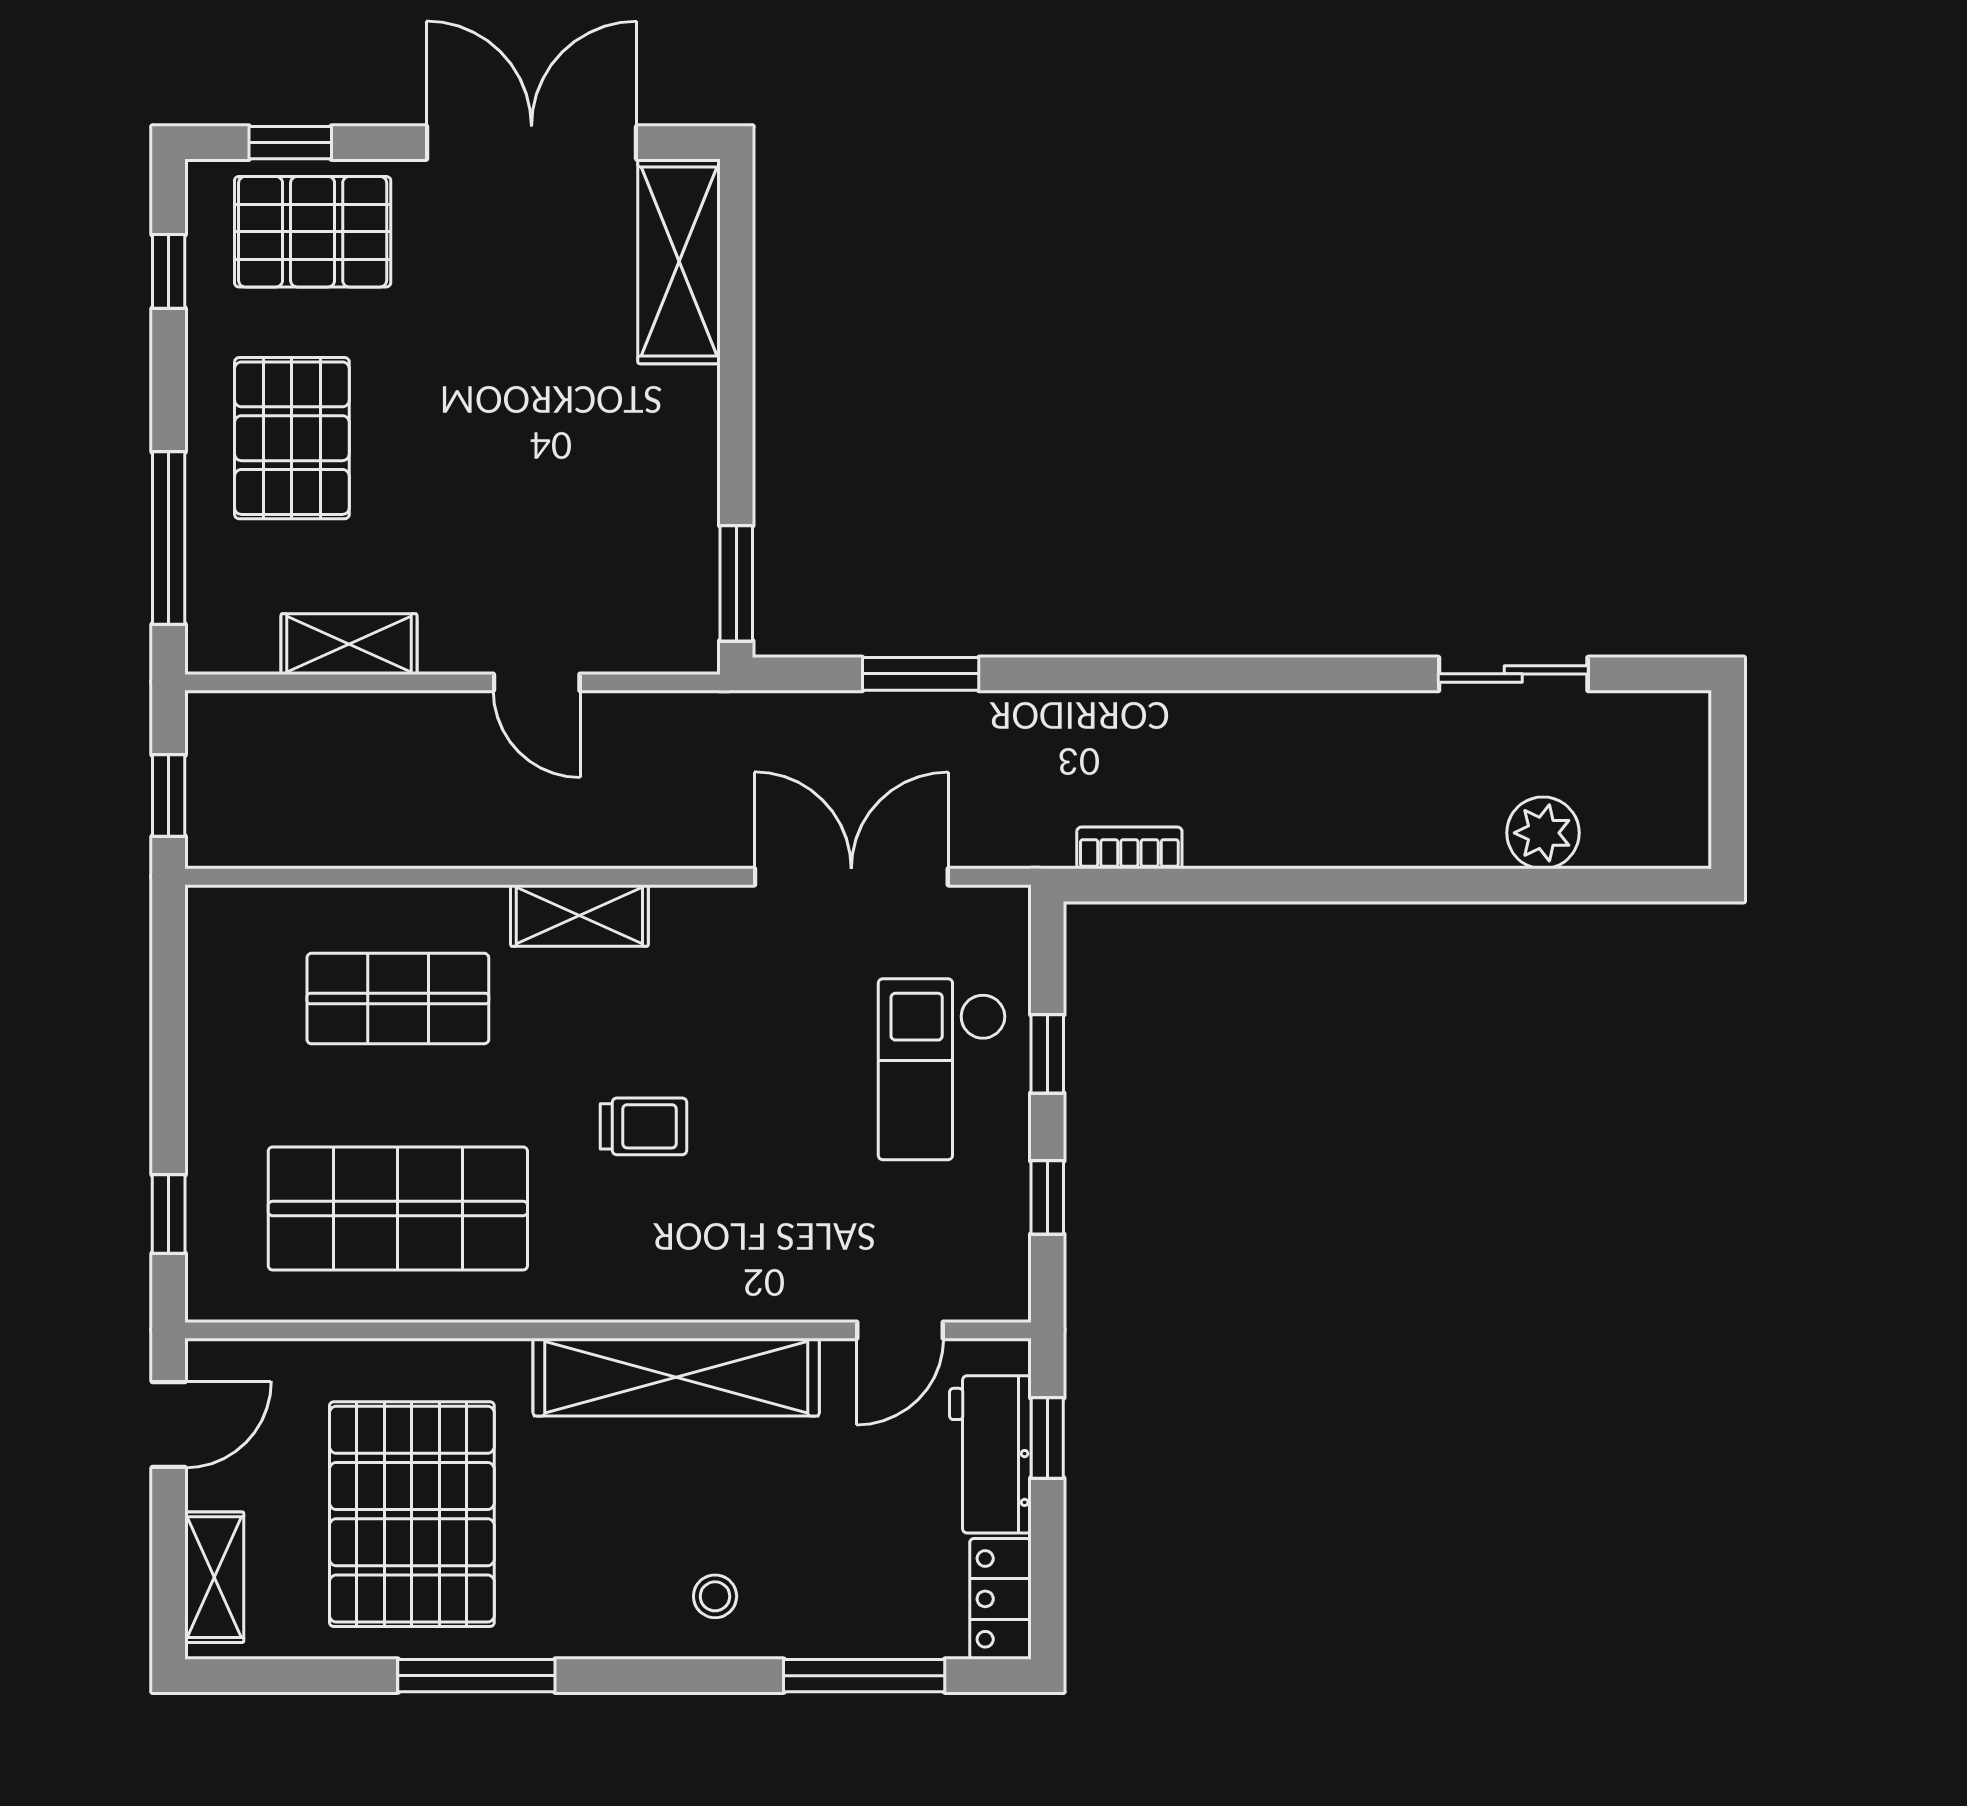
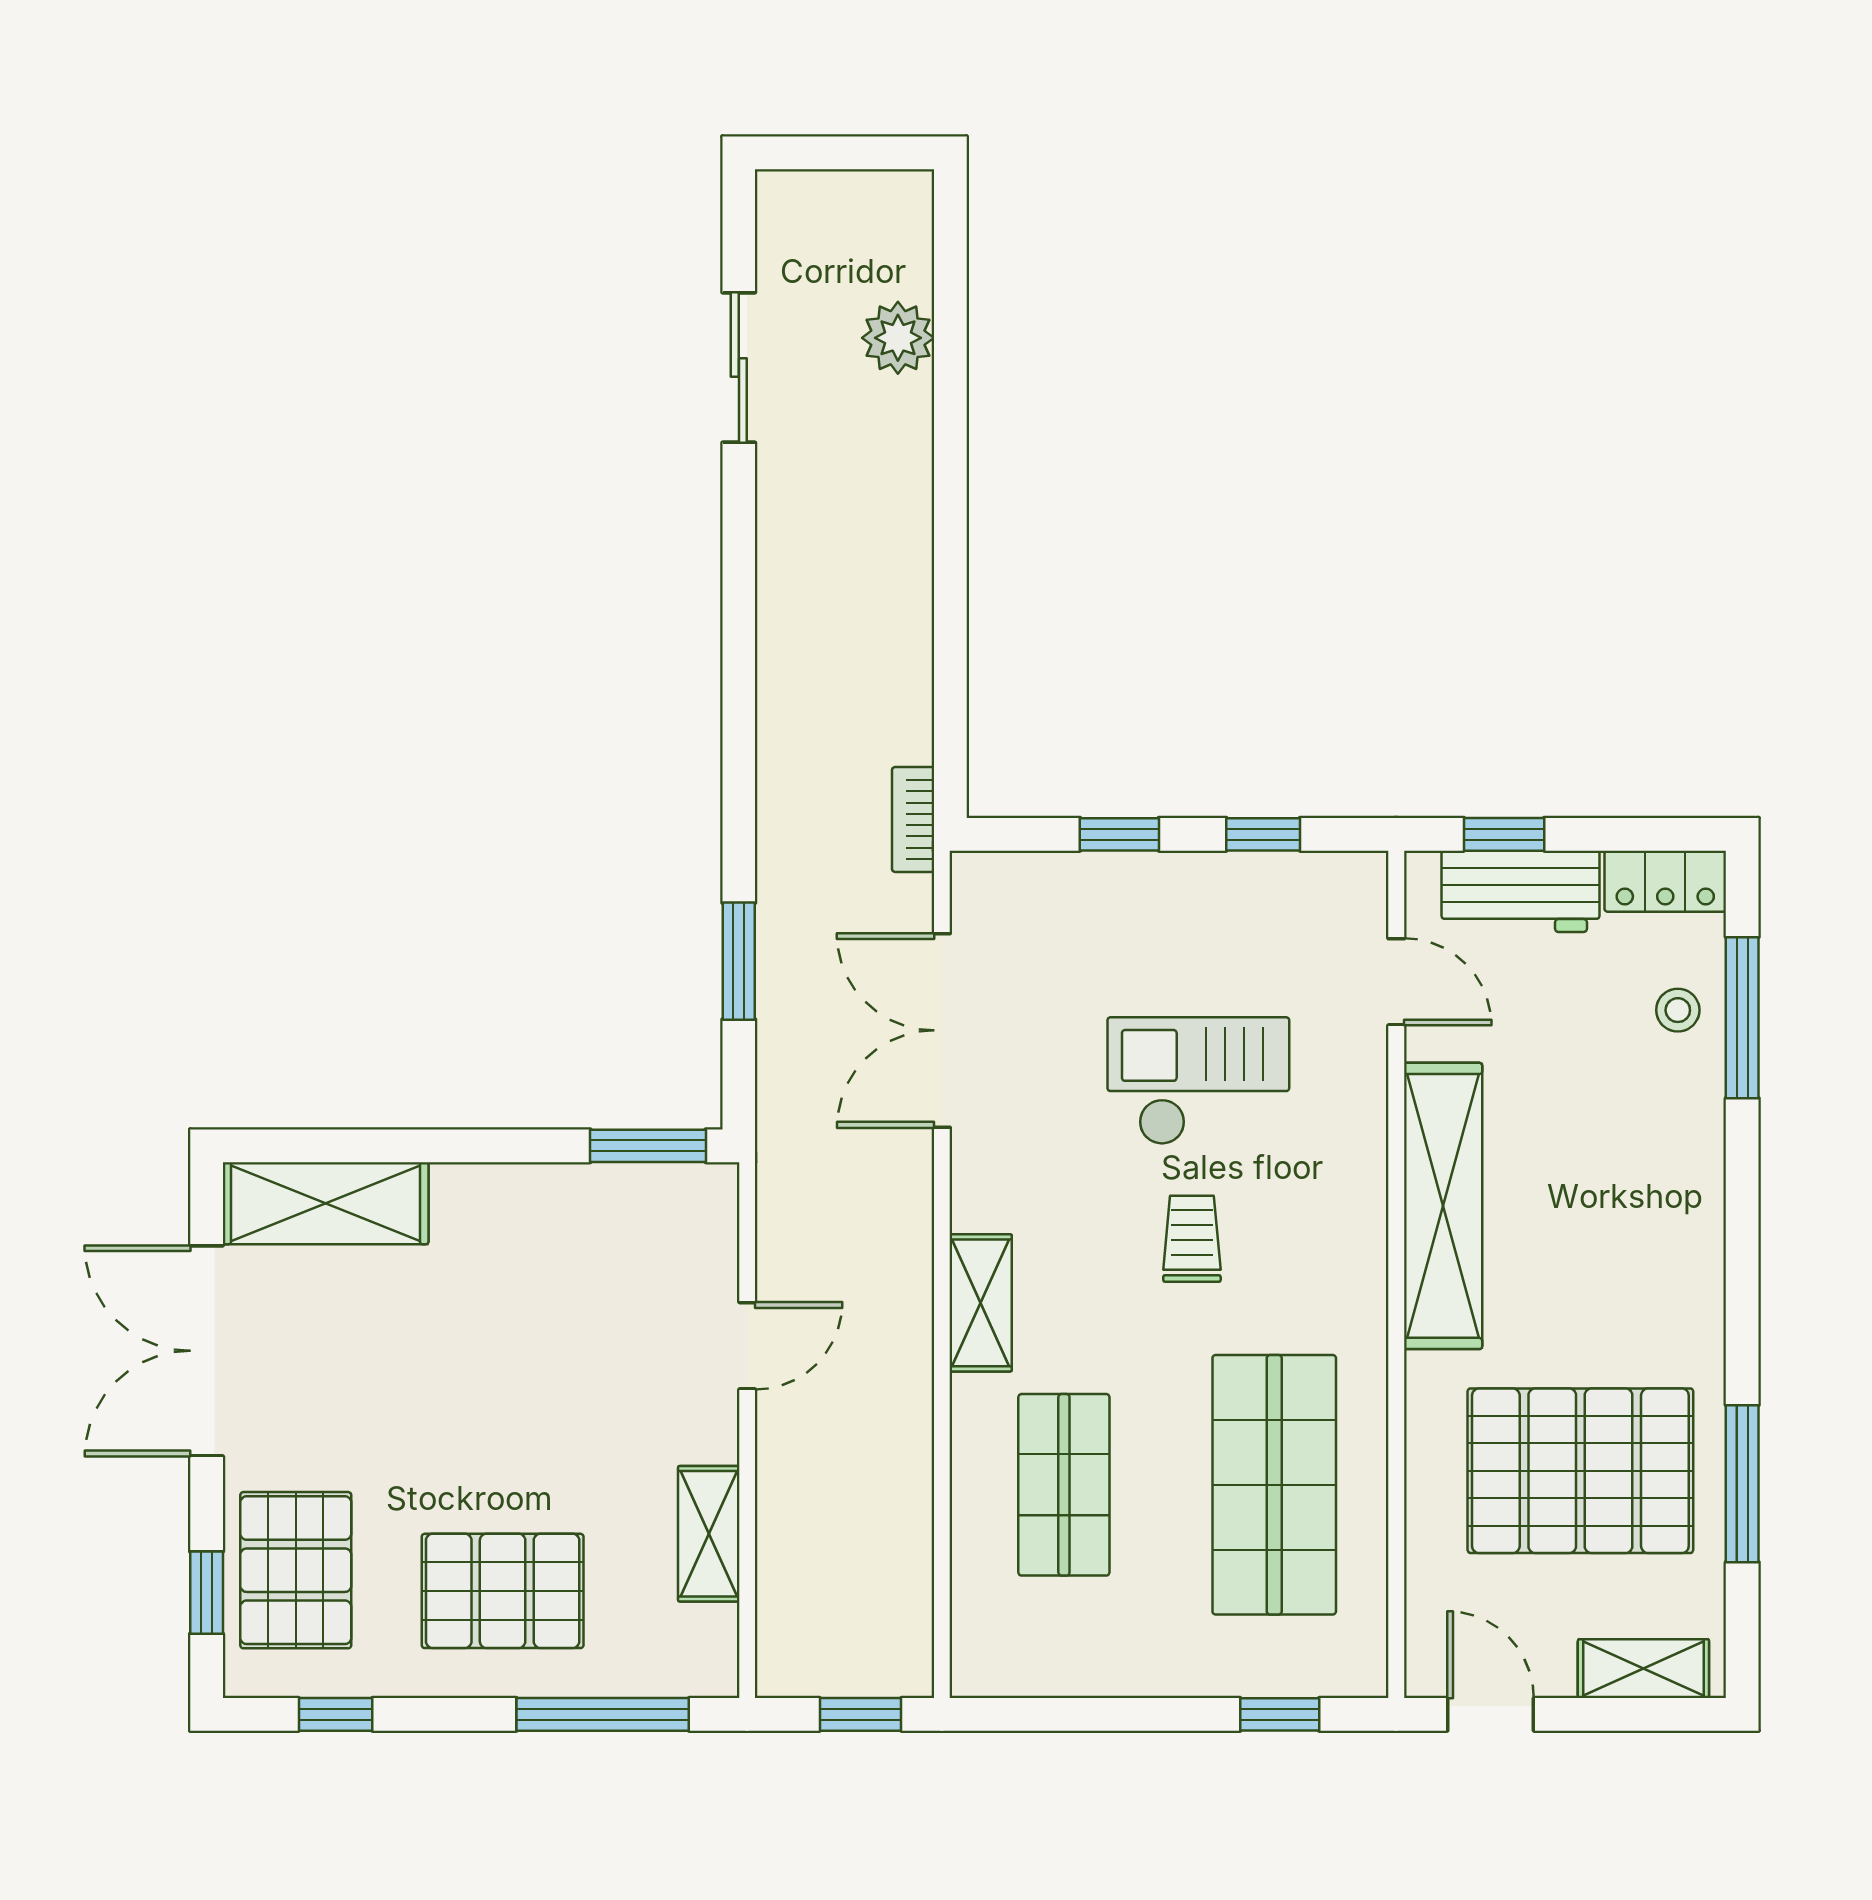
bookcase: (1129, 848) -> (913, 819), moved
checkout: (942, 1069) -> (1198, 1081), moved, turned 180
stool: (715, 1596) -> (1678, 1010), moved
window: (476, 1676) -> (1742, 1484), moved

